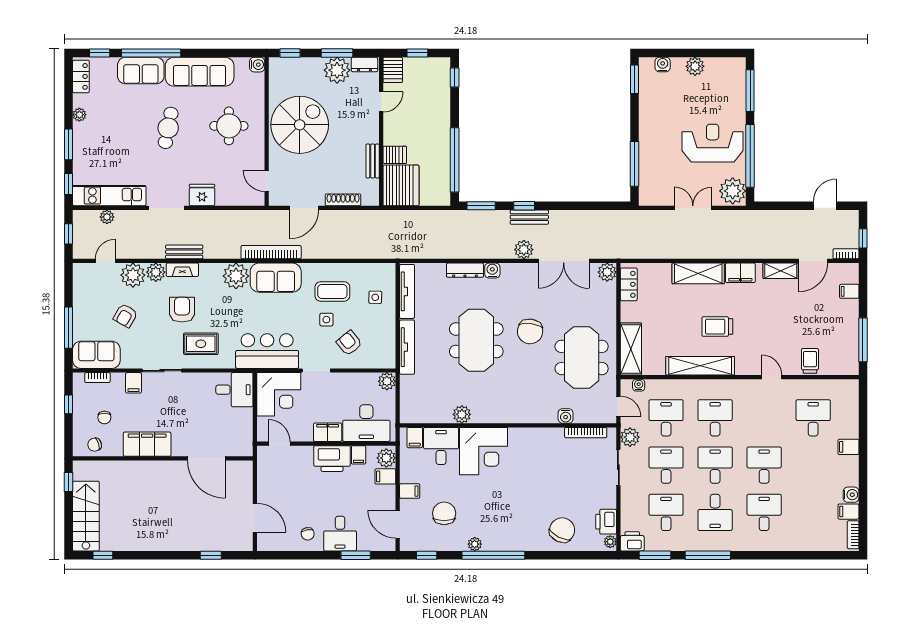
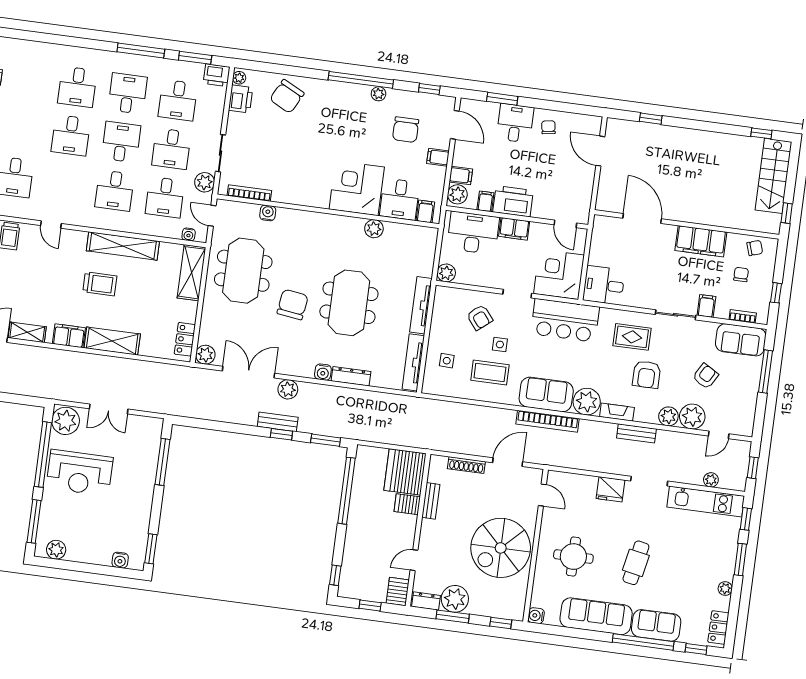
plant: (695, 66) -> (56, 550), moved
fireplace: (182, 270) -> (617, 412), moved
desk: (715, 465) -> (121, 142), turned 180

